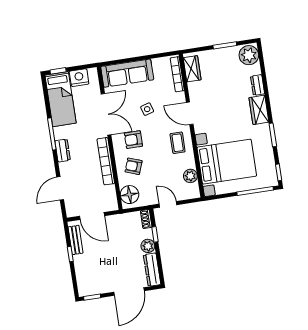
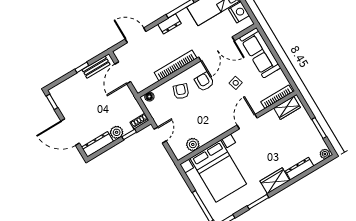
plant: (249, 55) -> (325, 154), width x0.53, depth x0.53
dresser: (258, 85) -> (300, 169), width x1.44
coffee table: (178, 143) -> (217, 121), removed
floor lamp: (130, 195) -> (149, 97), width x0.53, depth x0.53

